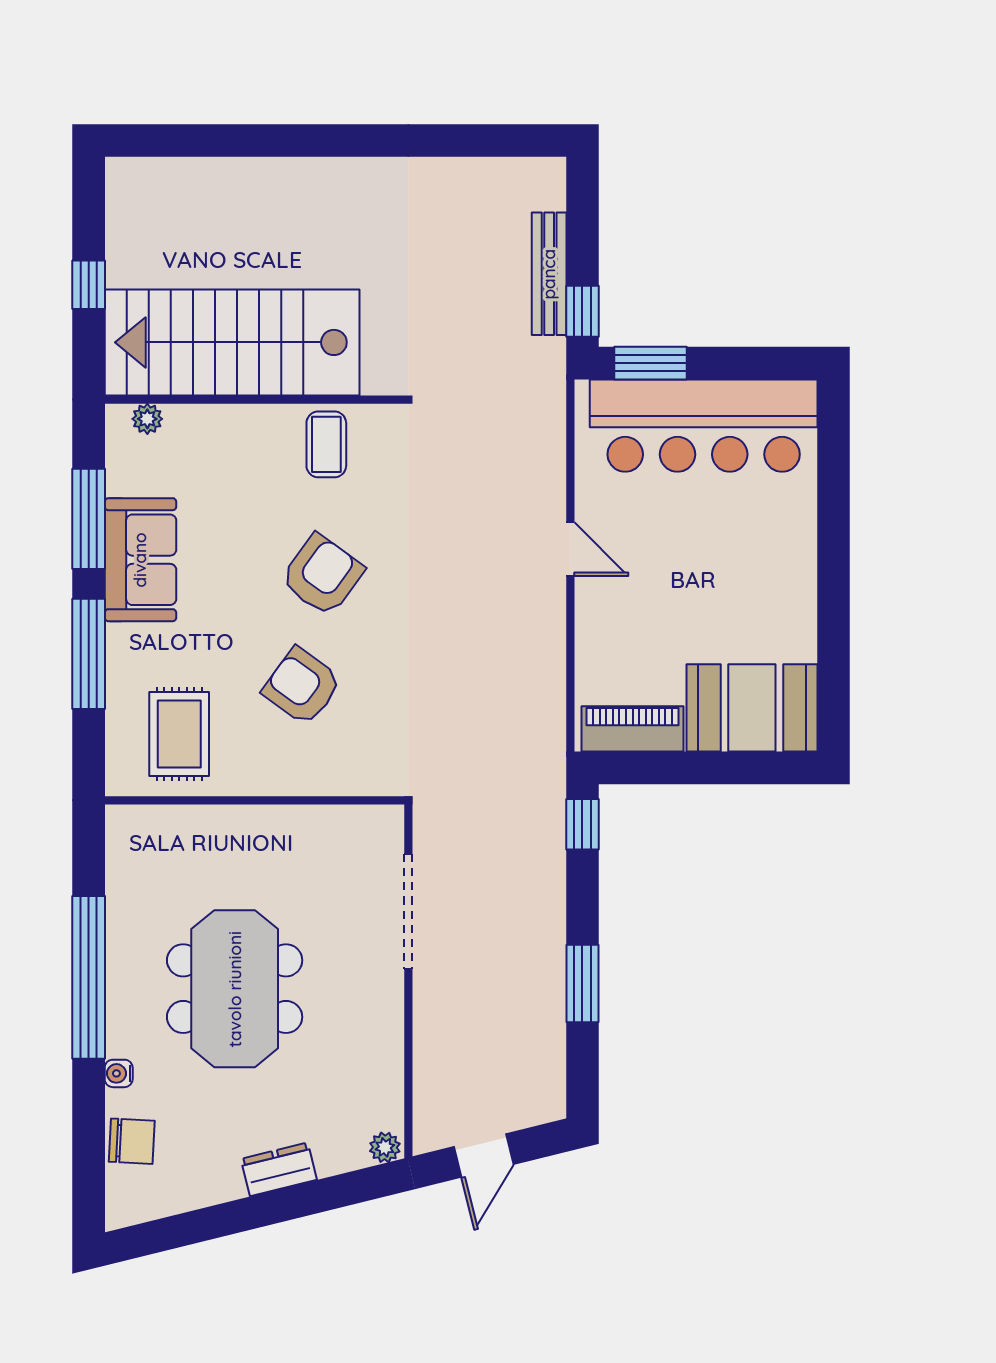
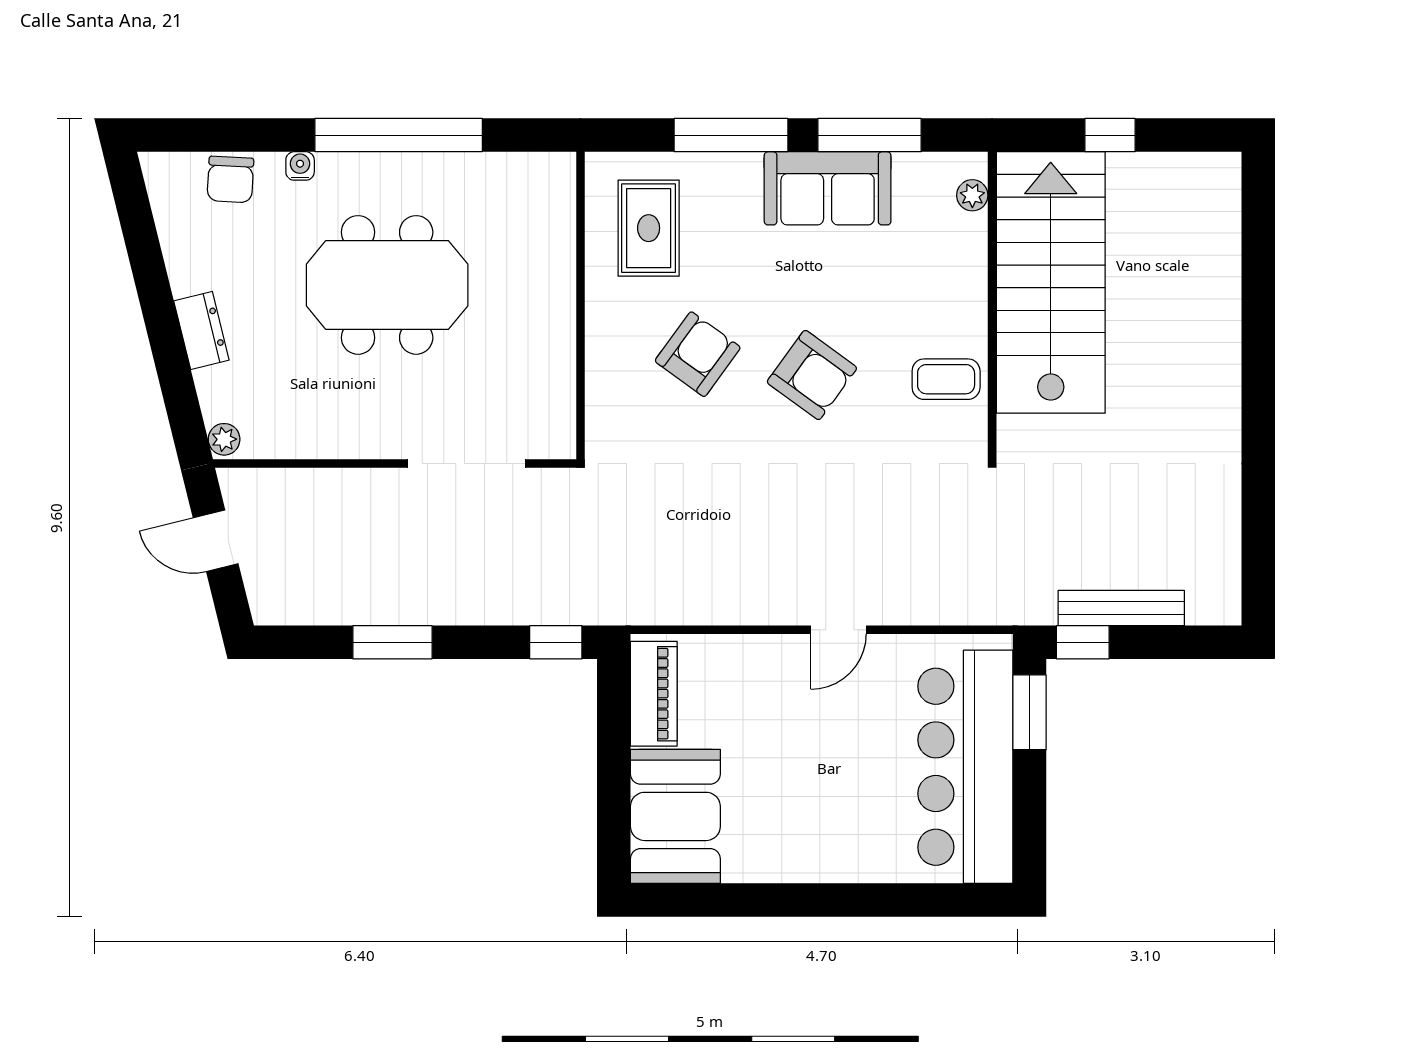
rug: (179, 734) -> (649, 228), turned 90

